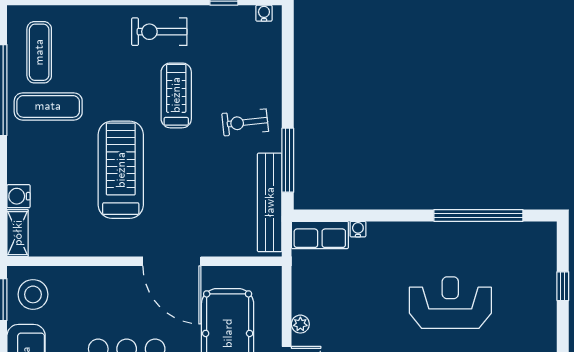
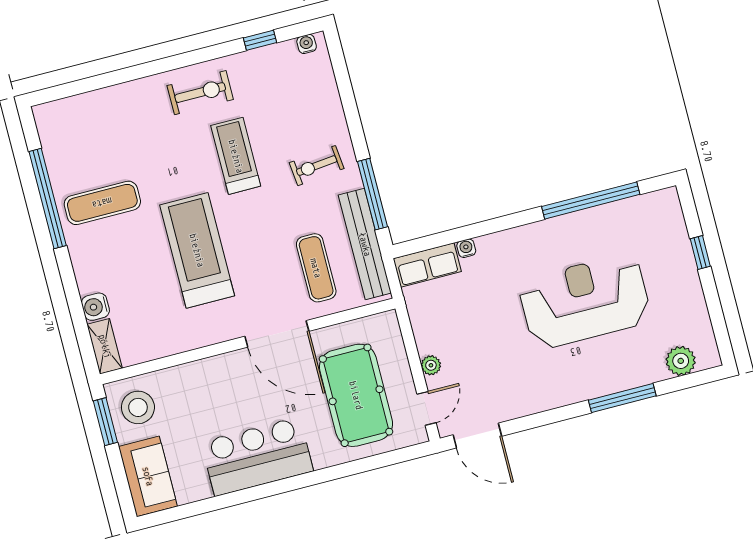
exercise bike: (159, 32) -> (200, 93), turned 180
exercise mat: (39, 52) -> (316, 268), moved
reception desk: (450, 303) -> (585, 301), width x1.36, depth x1.30

